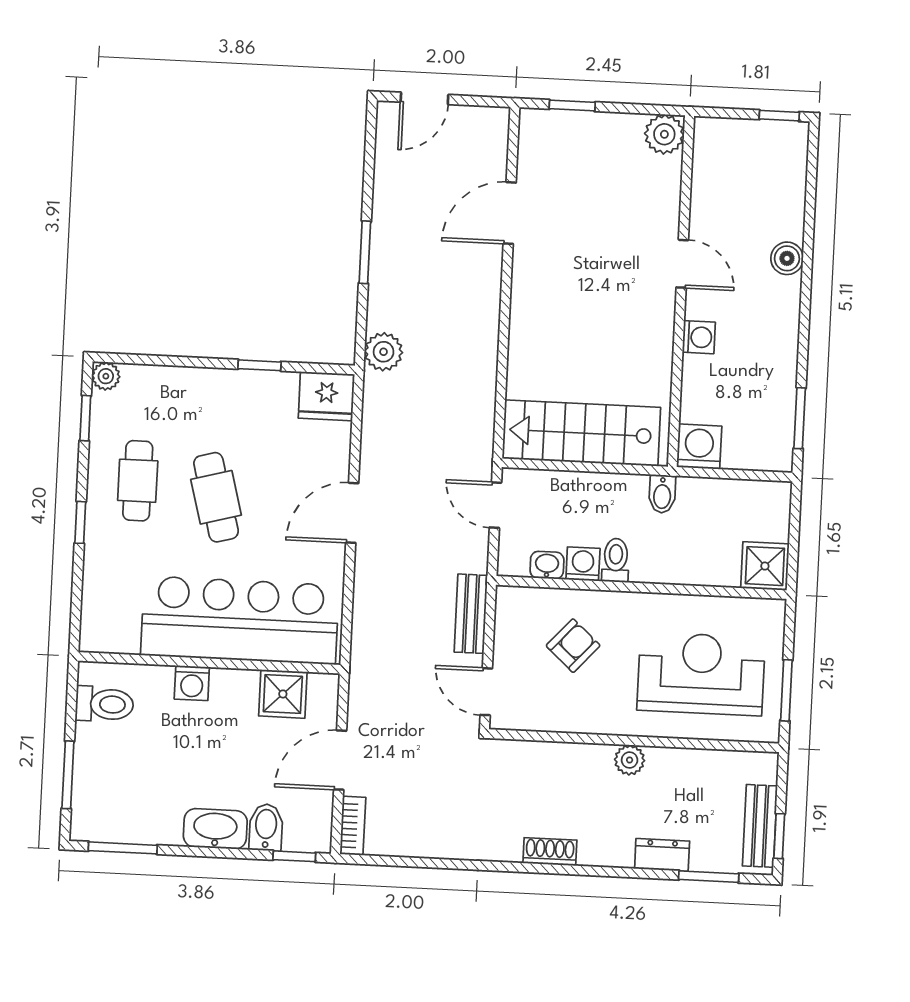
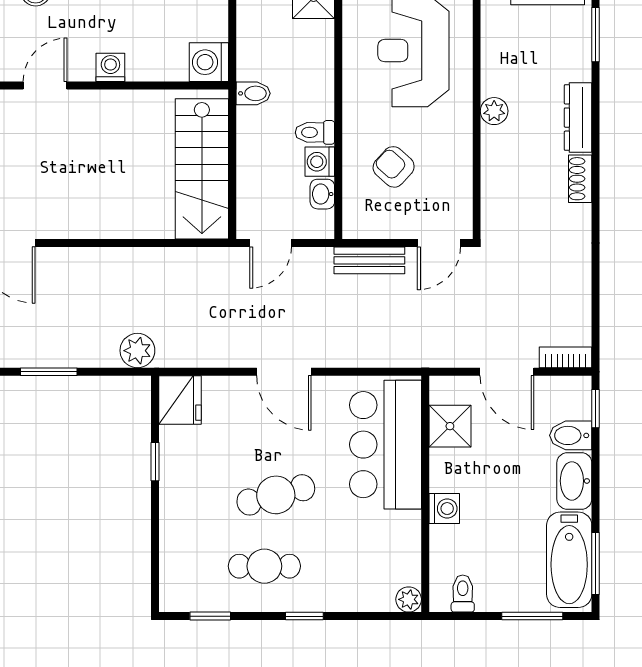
plant: (106, 376) -> (409, 599), moved
bar counter: (240, 620) -> (385, 445), width x0.73
toilet: (104, 704) -> (463, 593), width x0.73, depth x0.72
bathtub: (128, 819) -> (569, 560), added
dresser: (662, 855) -> (578, 118), moved, width x1.44

